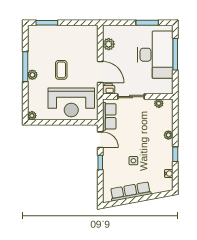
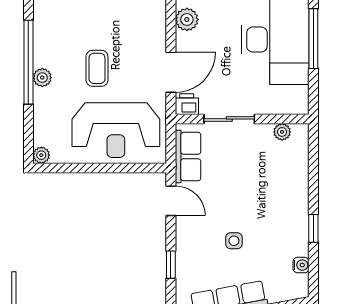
window: (25, 67) -> (28, 62), width x1.46
door: (100, 72) -> (171, 72), hinge flipped
plant: (168, 135) -> (300, 192), removed
window: (100, 163) -> (171, 265), moved

